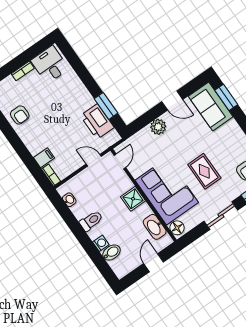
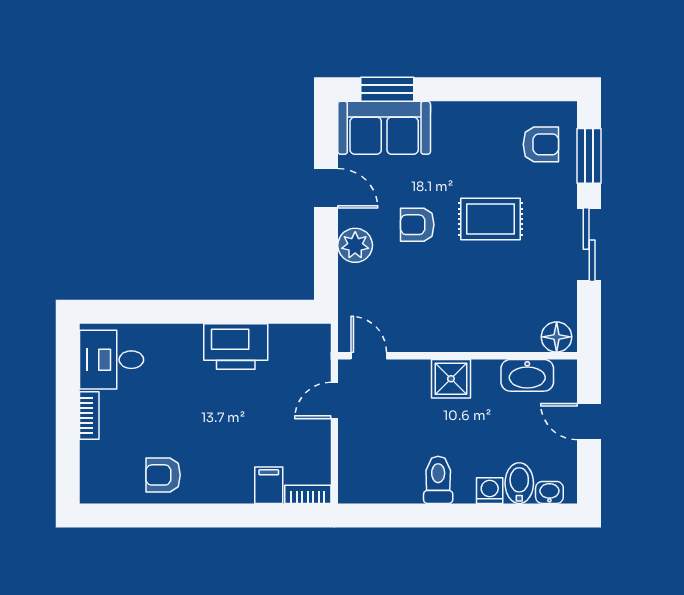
door: (172, 101) -> (326, 188), hinge flipped
window: (106, 106) -> (254, 312), removed
armchair: (20, 115) -> (163, 475), turned 180
printer: (97, 122) -> (236, 347), moved
armchair: (183, 145) -> (417, 225), added
corner sofa: (167, 191) -> (480, 310), removed
washbasin: (69, 200) -> (549, 492), moved

